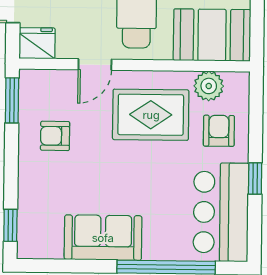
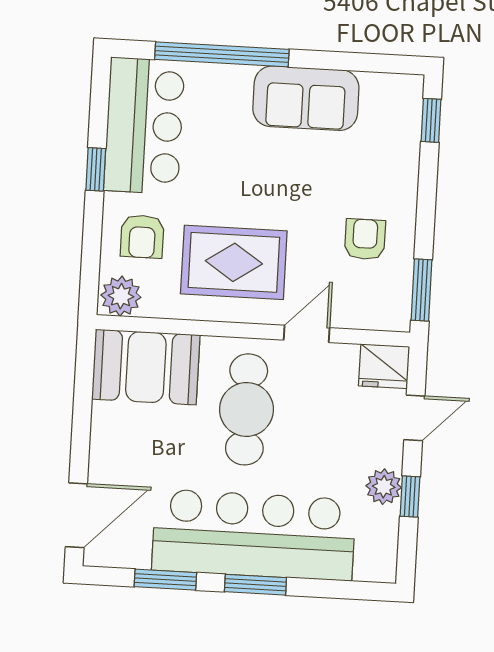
plant: (209, 86) -> (121, 296), moved
armchair: (55, 136) -> (365, 239), turned -90

